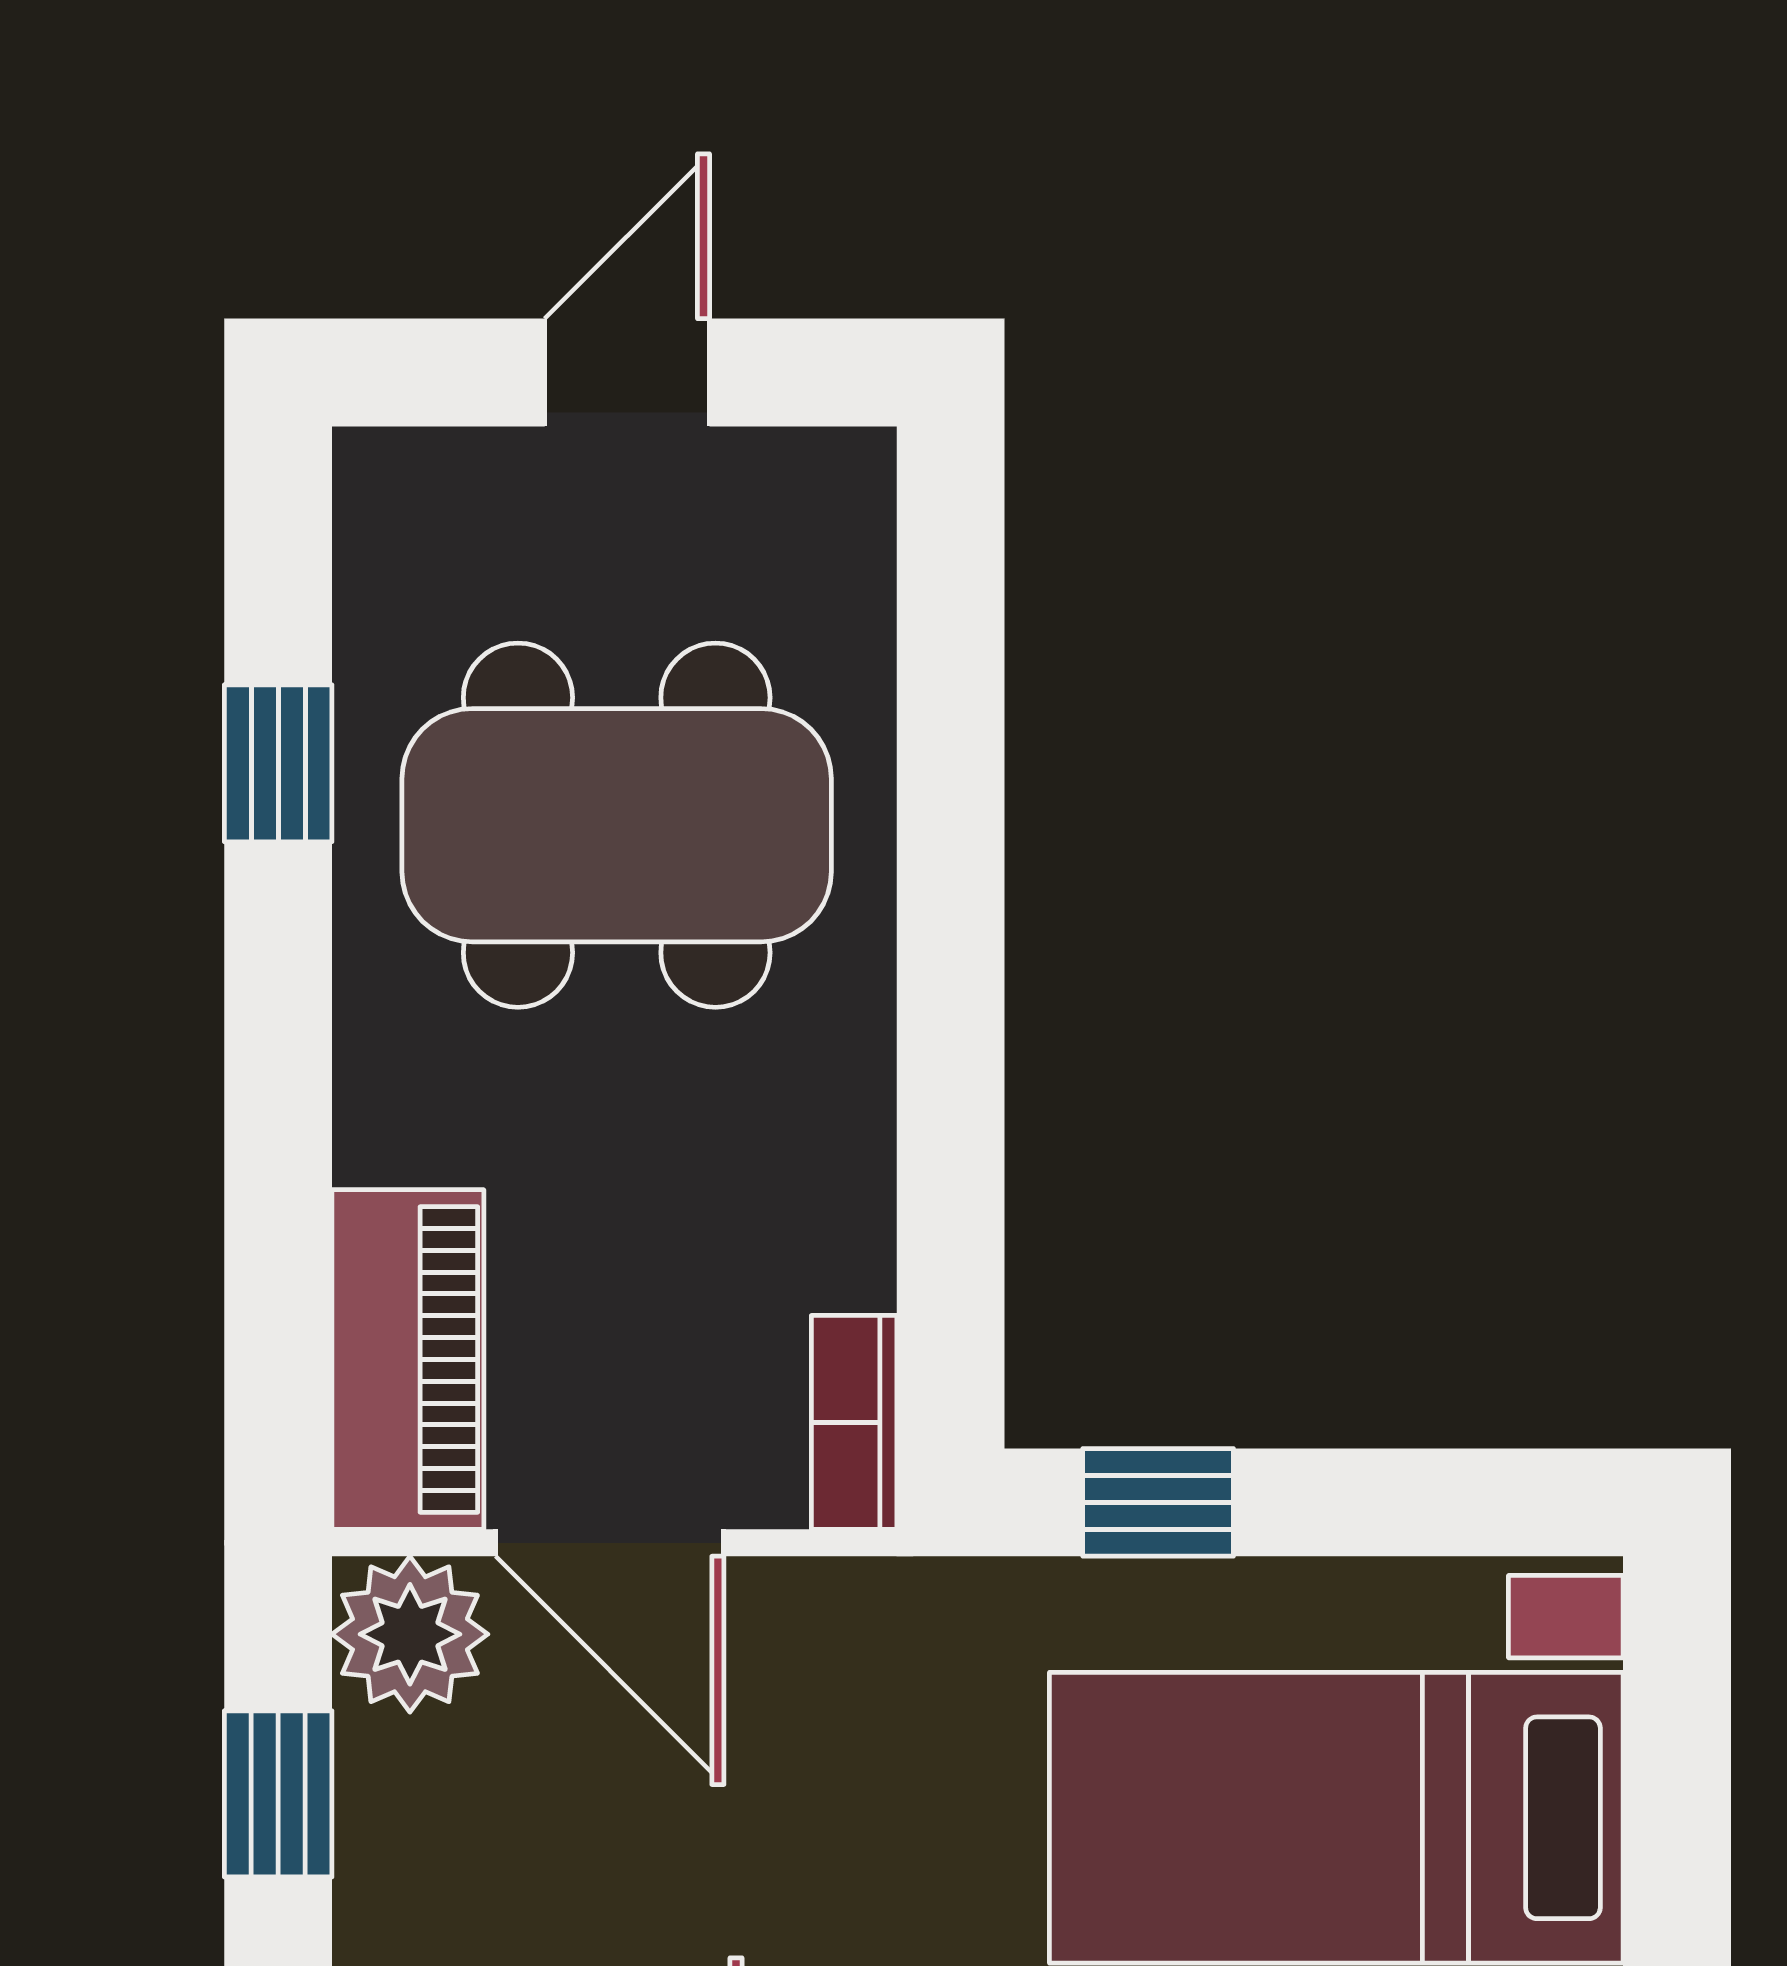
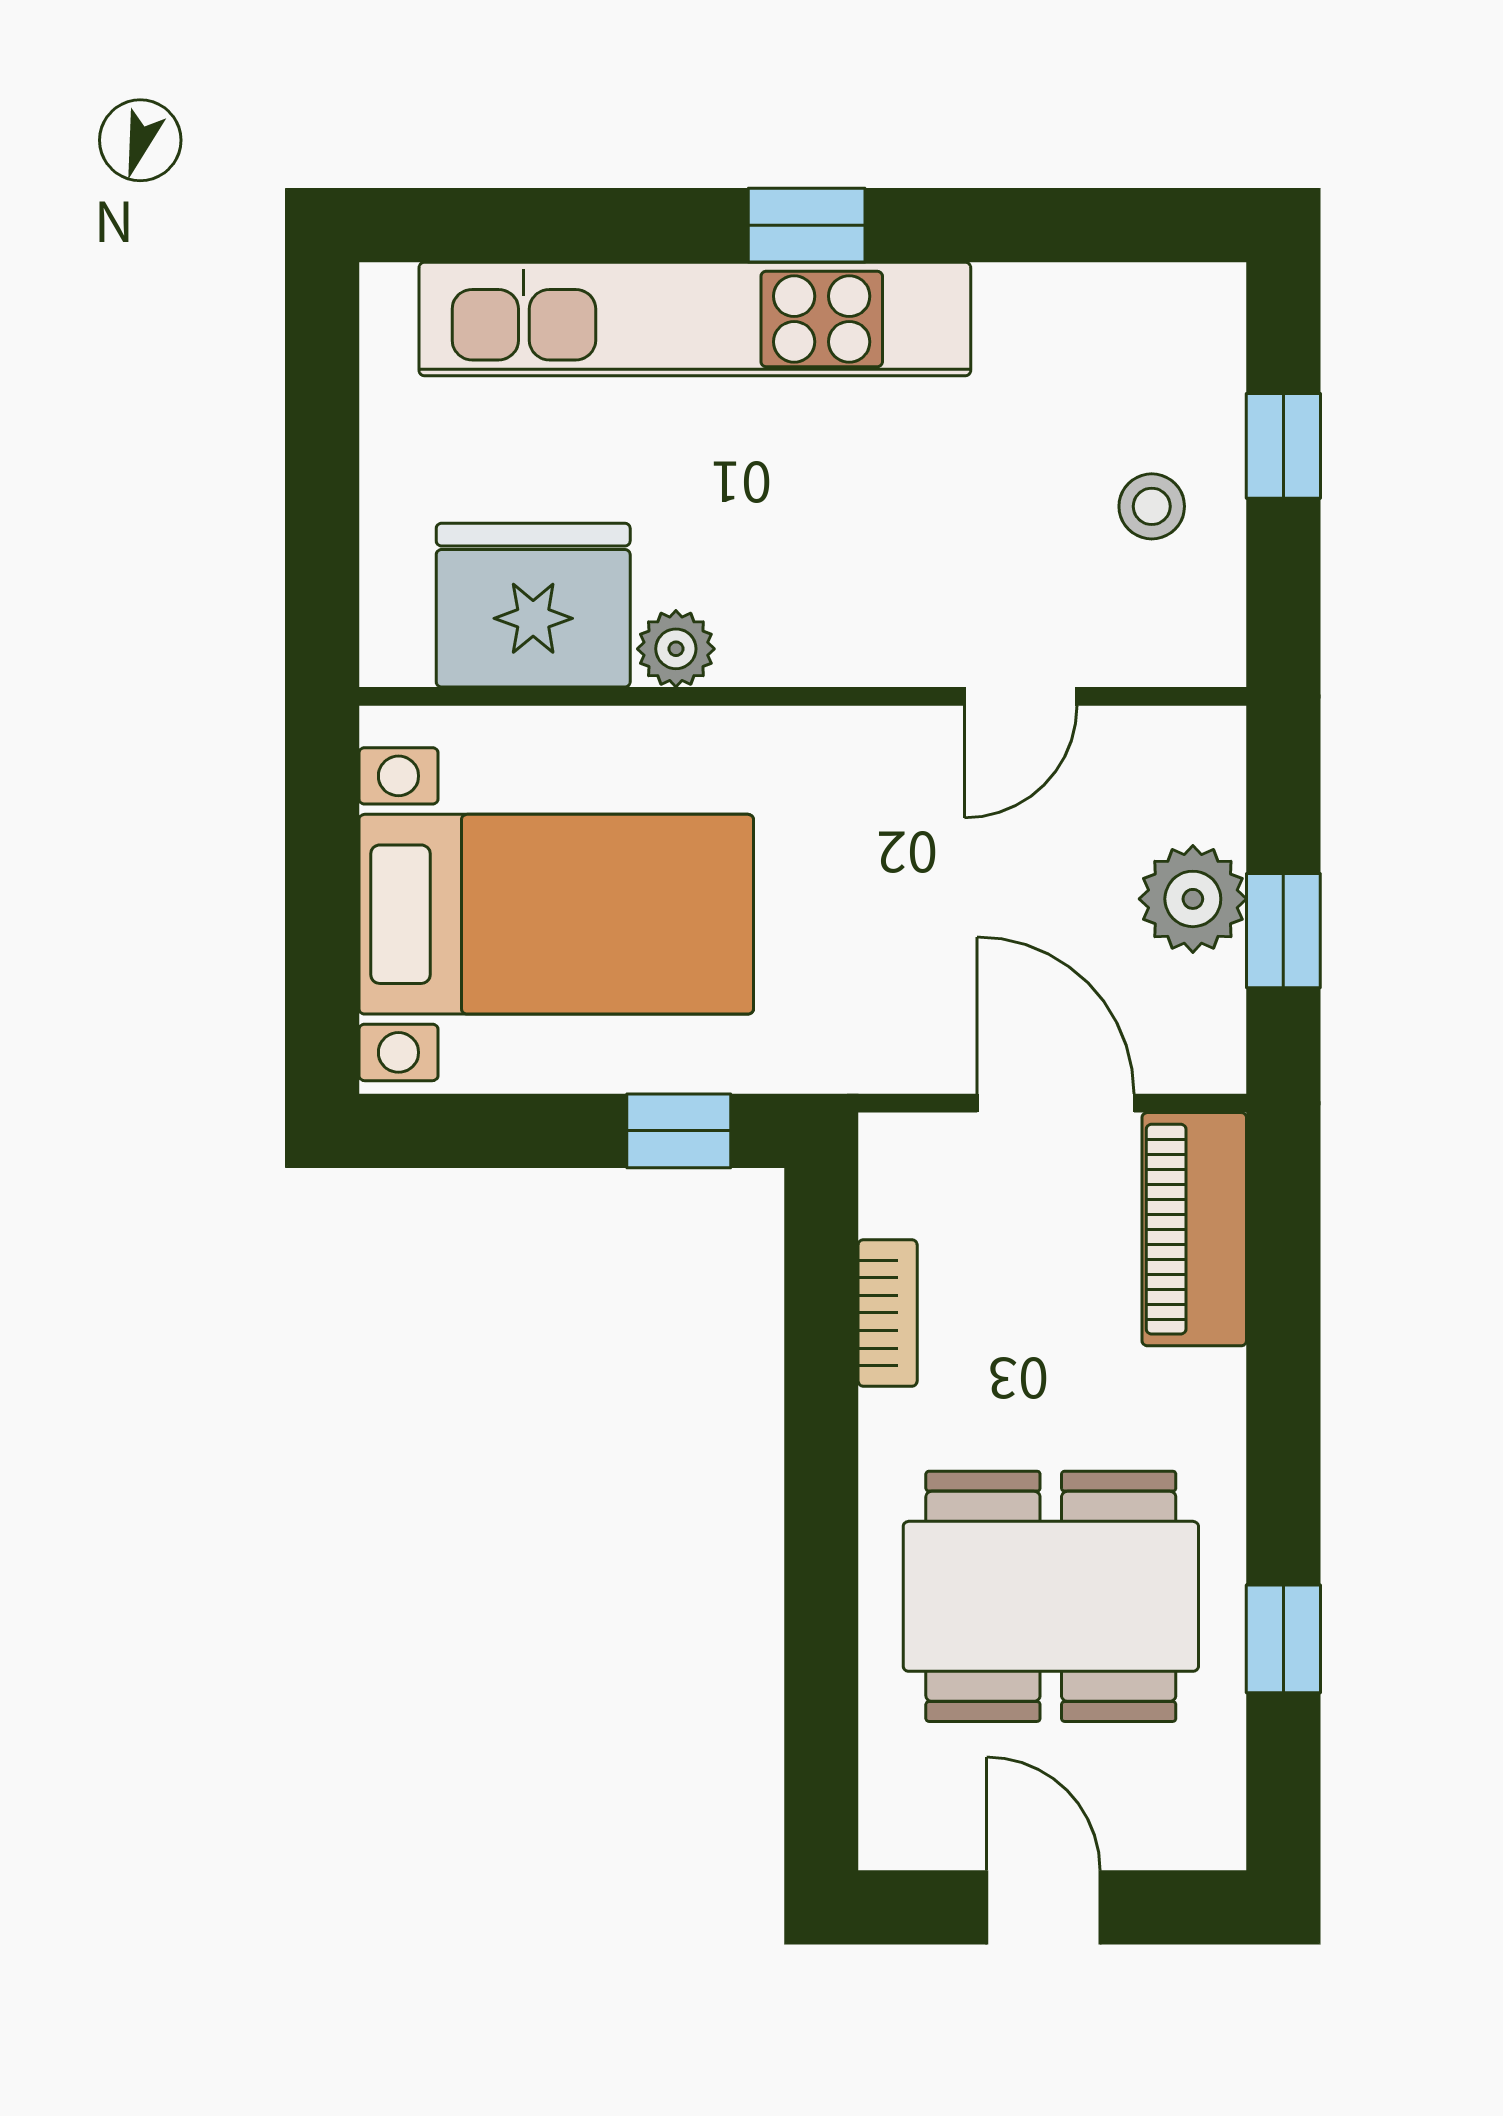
door: (627, 373) -> (1044, 1907), swing flipped
bookcase: (854, 1422) -> (888, 1313), moved
plant: (410, 1634) -> (1193, 899), moved

